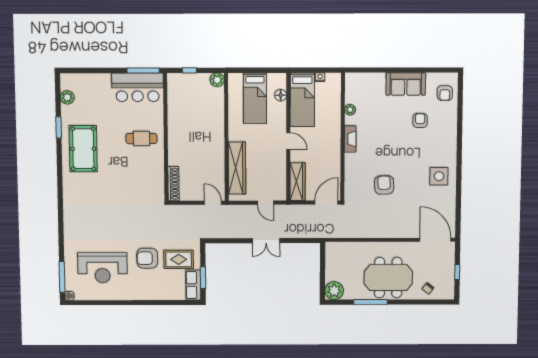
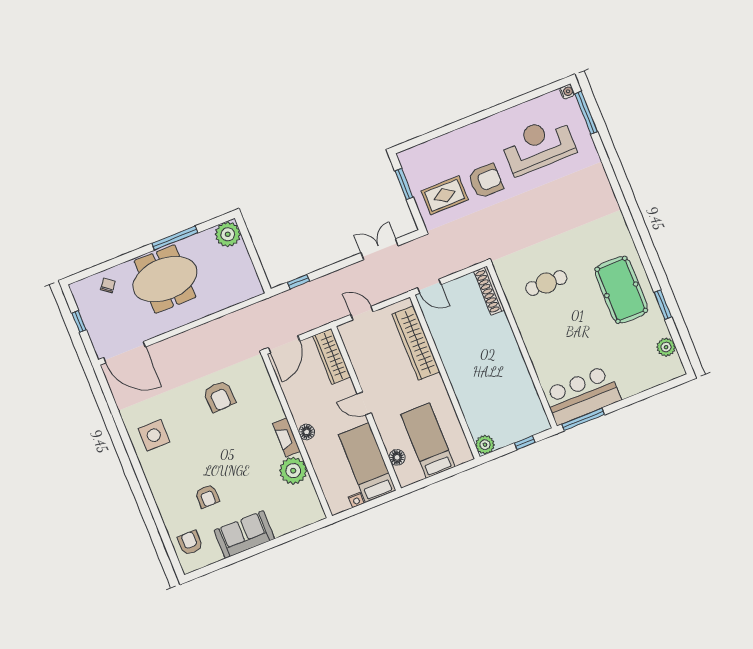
plant: (350, 110) -> (293, 471), width x1.87, depth x1.87
floor lamp: (335, 137) -> (307, 432), added
cafe table: (141, 139) -> (546, 283), moved
double door: (266, 241) -> (380, 249), moved
window: (300, 241) -> (298, 282), added
row of seats: (193, 285) -> (413, 169), removed

